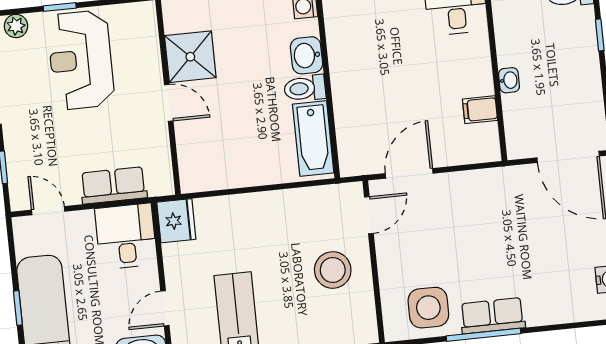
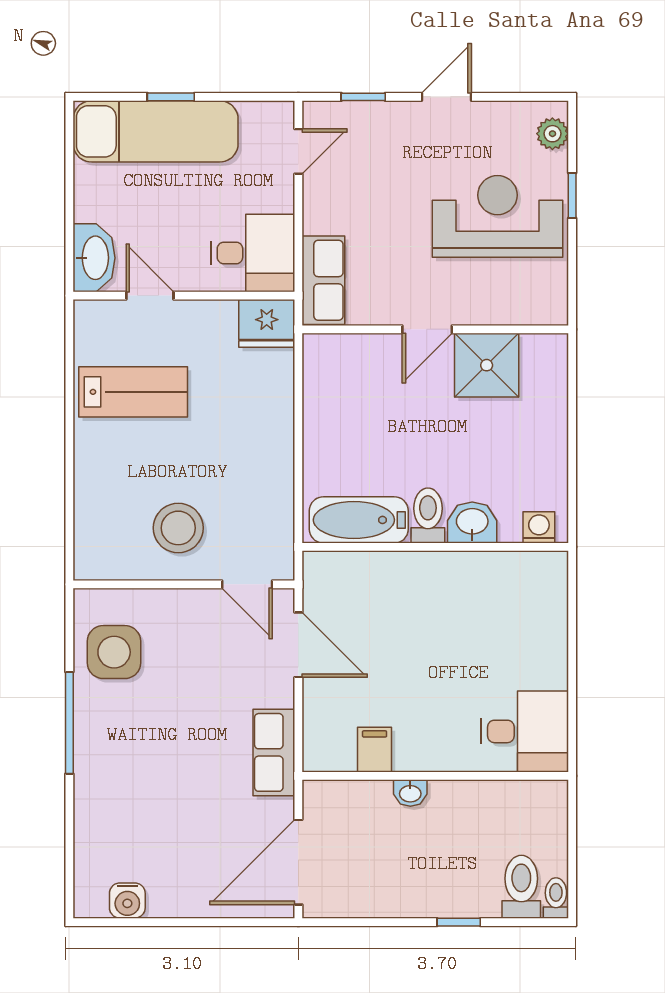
row of seats: (114, 185) -> (323, 280), moved
row of seats: (492, 316) -> (274, 752), moved, turned 180

